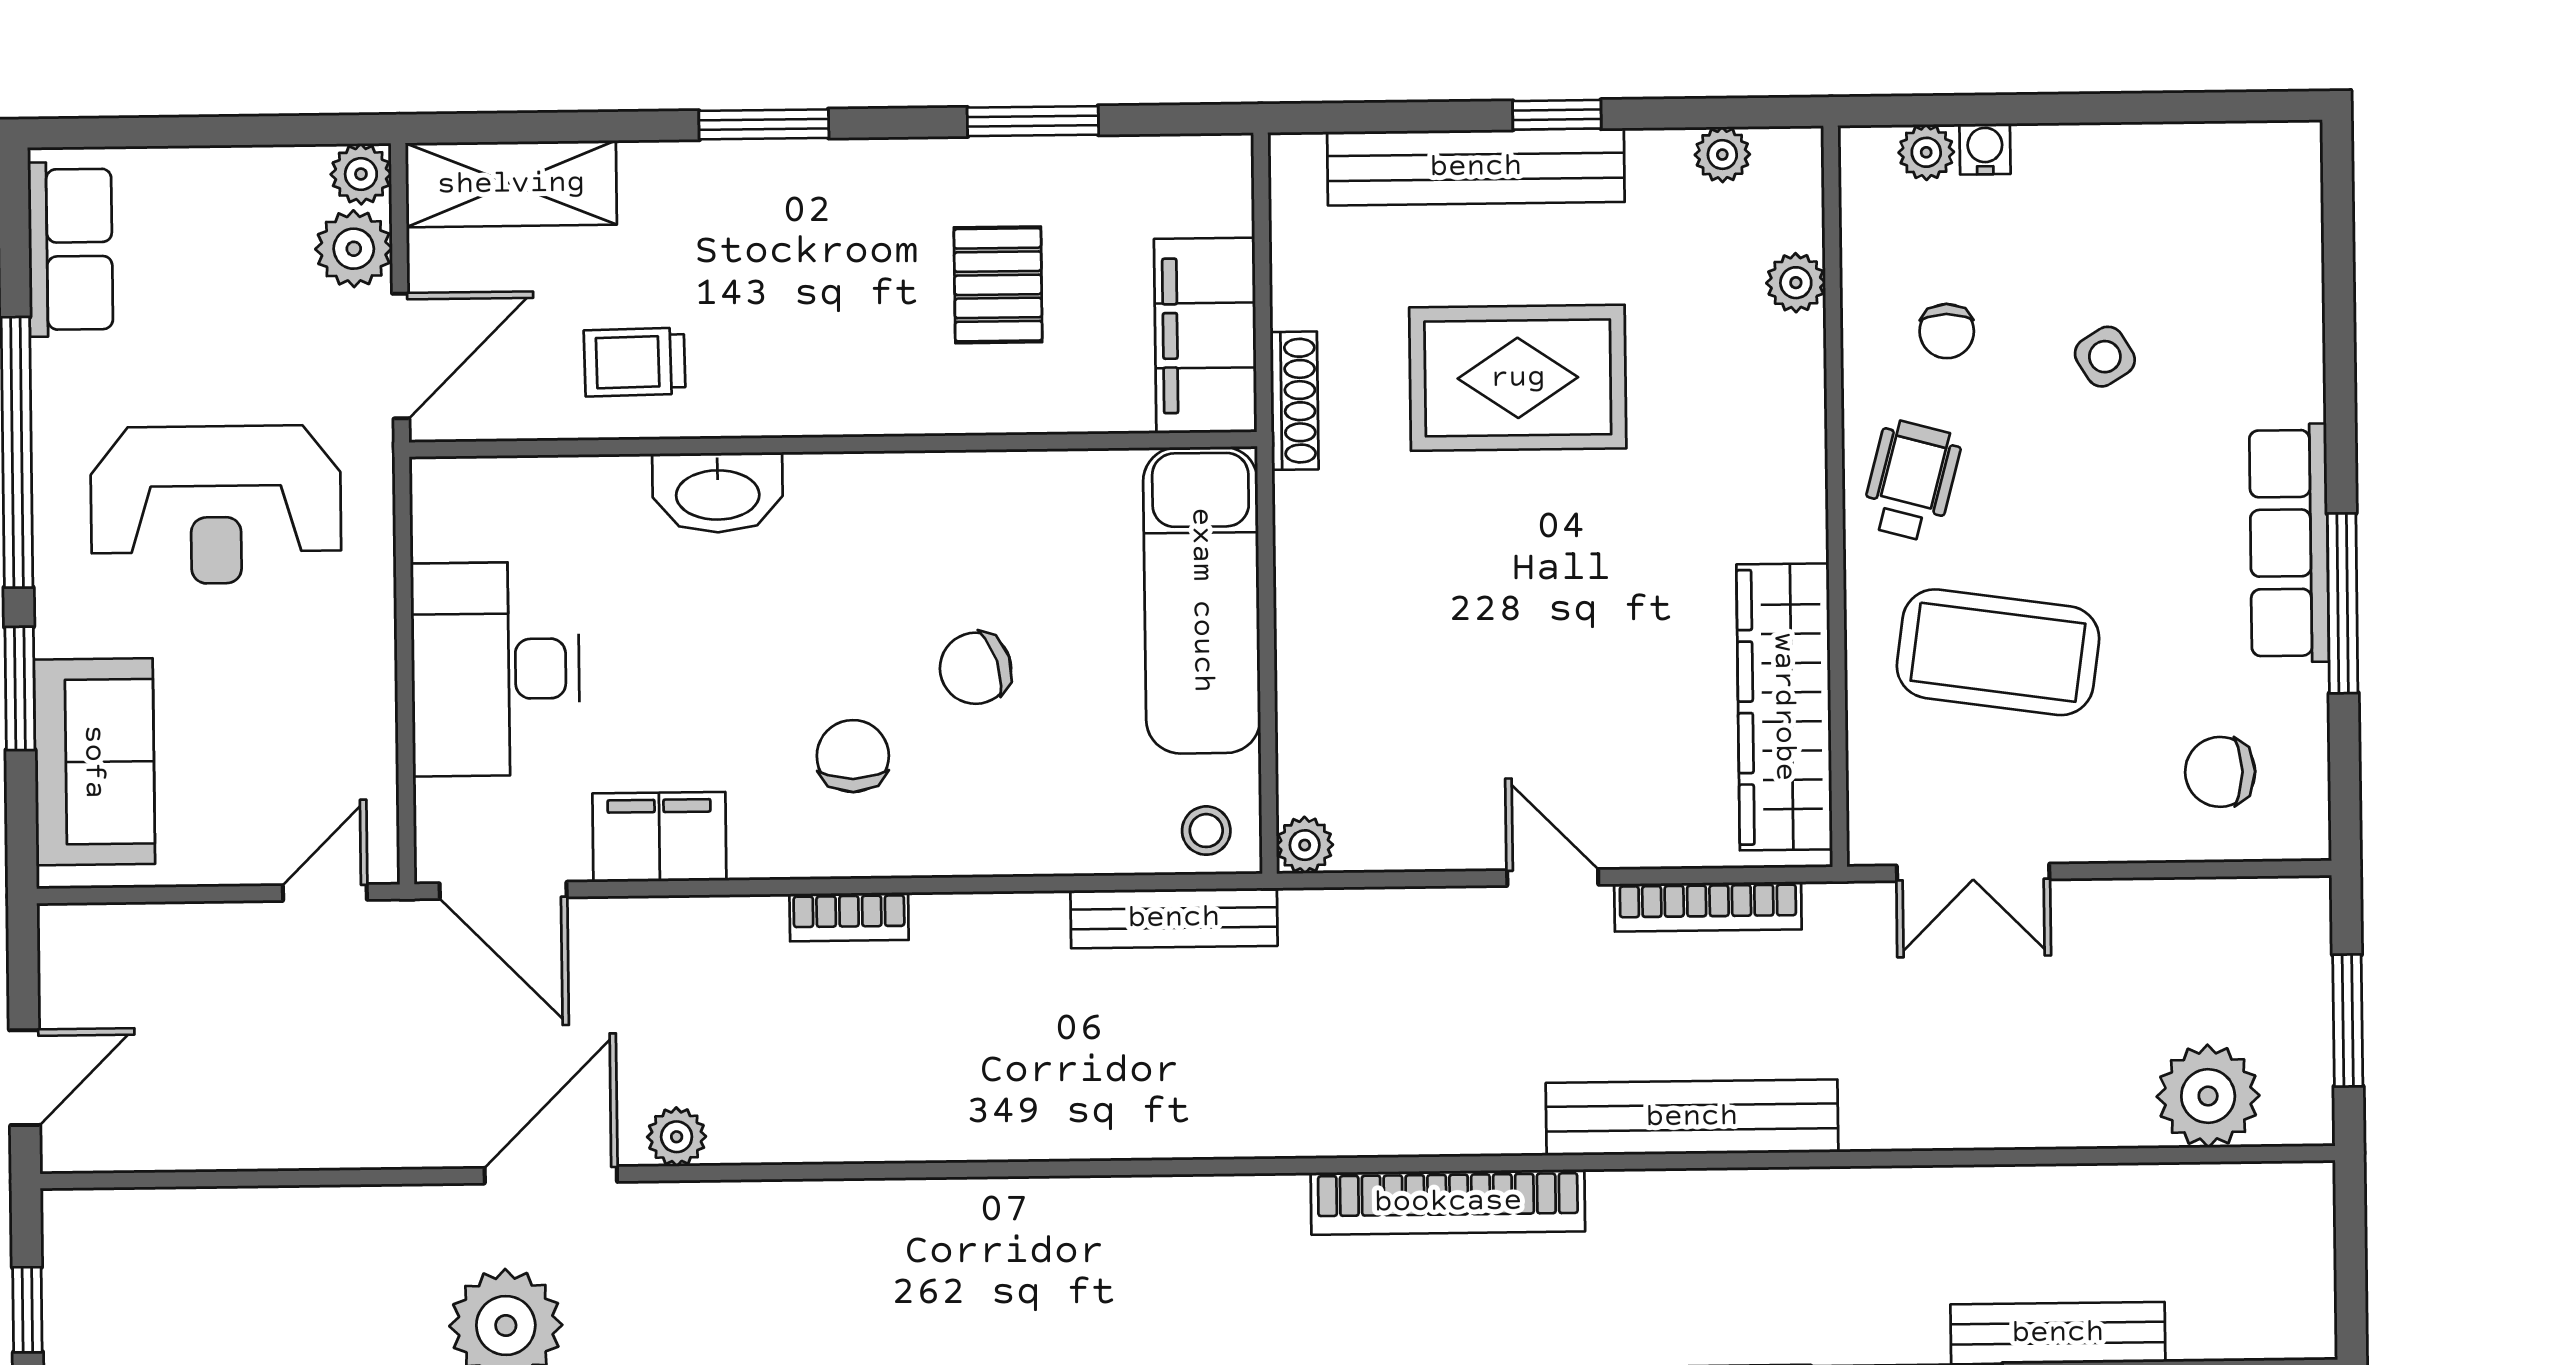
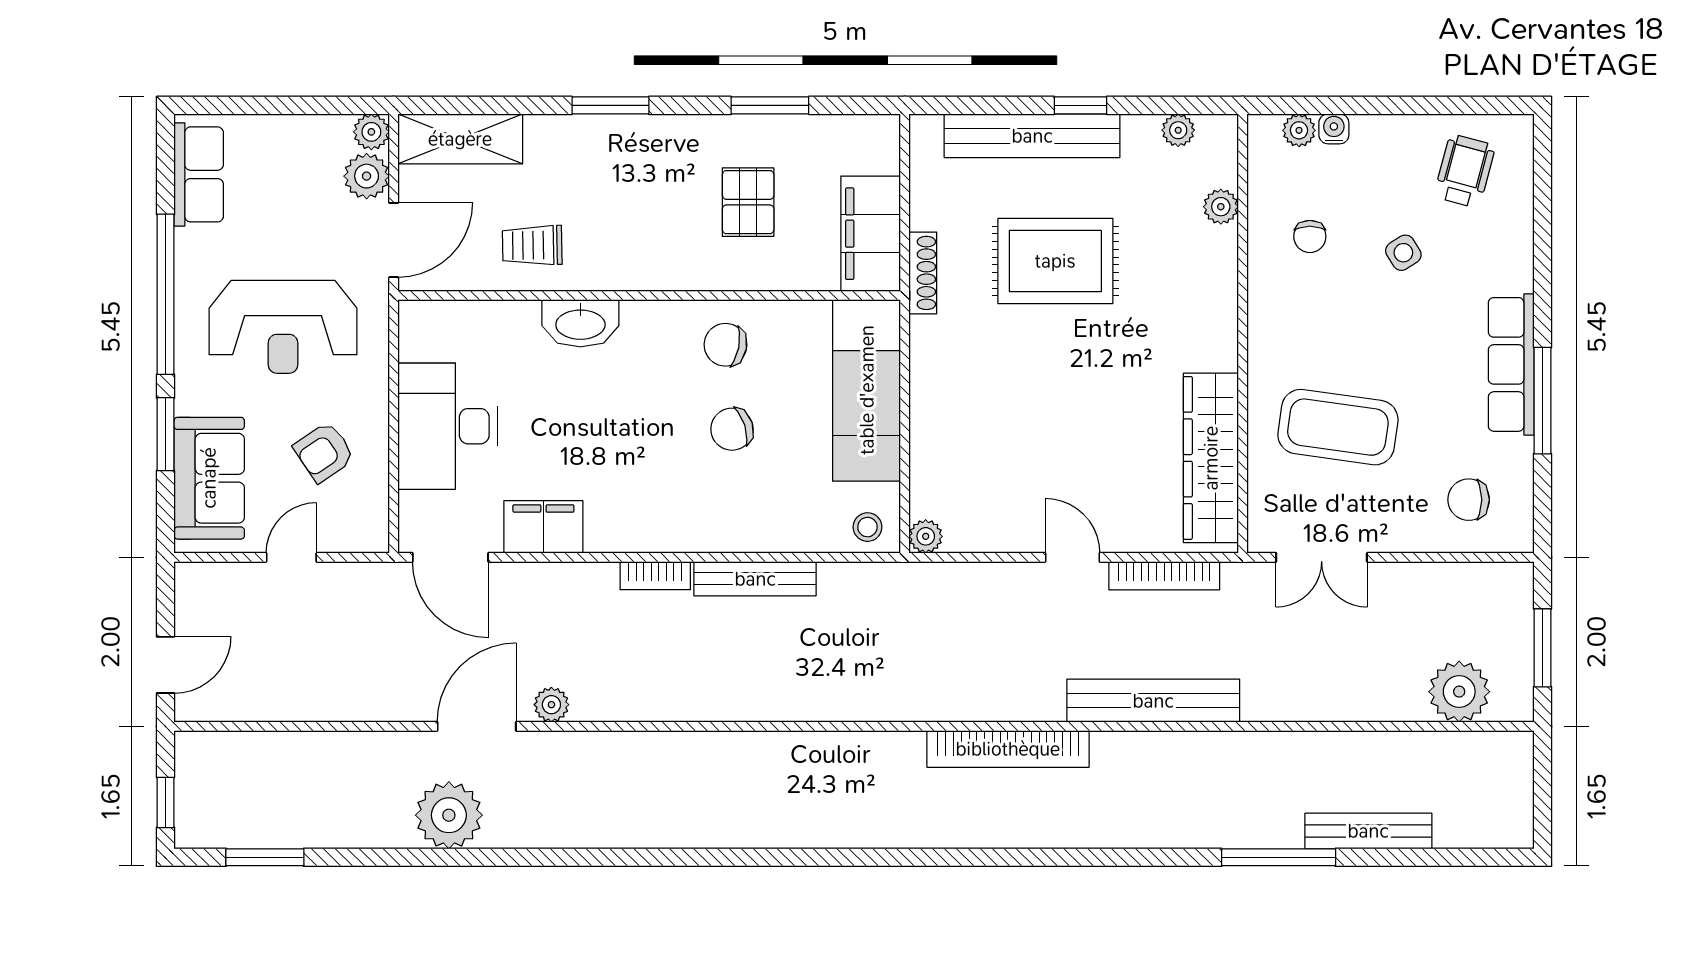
wheelchair: (1911, 481) -> (1465, 171), moved
armchair: (288, 715) -> (324, 452), added
chair: (853, 756) -> (726, 345), moved, turned -79
door: (325, 893) -> (291, 557), moved
bench: (1174, 918) -> (755, 579), moved

